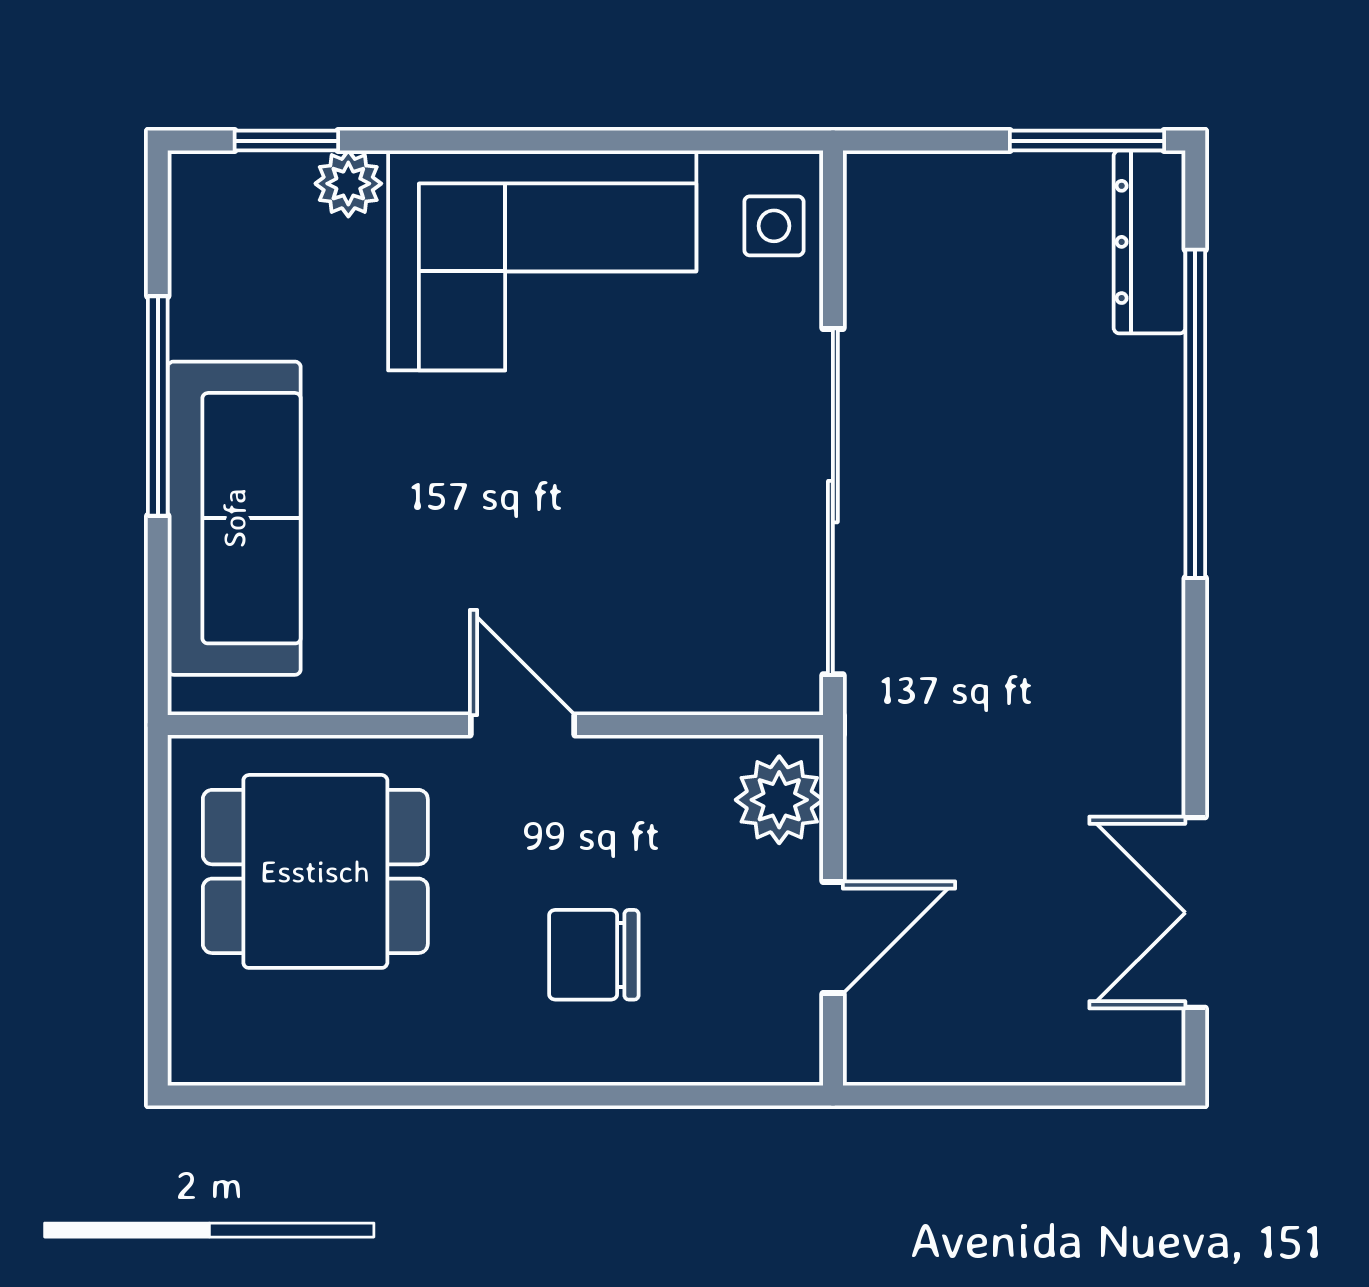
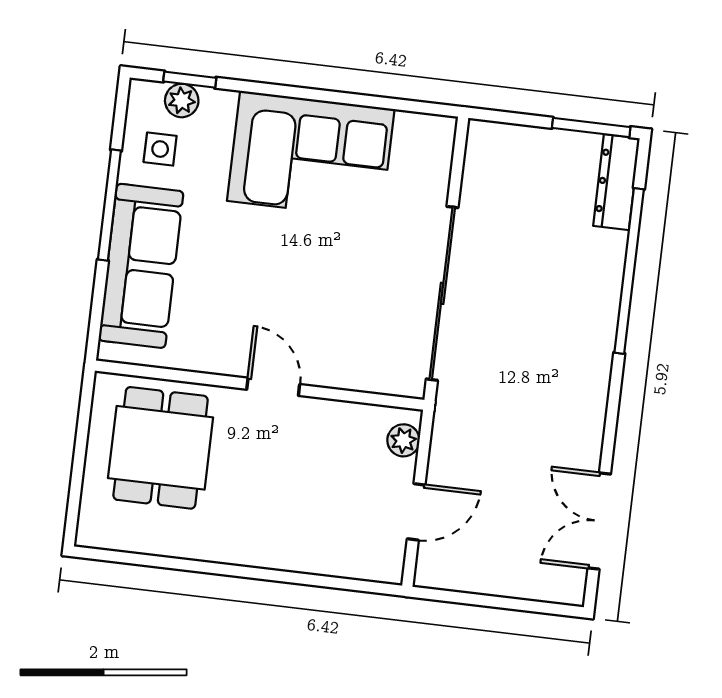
plant: (348, 184) -> (182, 101), moved
side table: (774, 226) -> (160, 149), moved
plant: (779, 800) -> (403, 440), width x0.73, depth x0.73
dining table: (315, 871) -> (161, 448), turned 90
chair: (594, 955) -> (295, 506), removed

